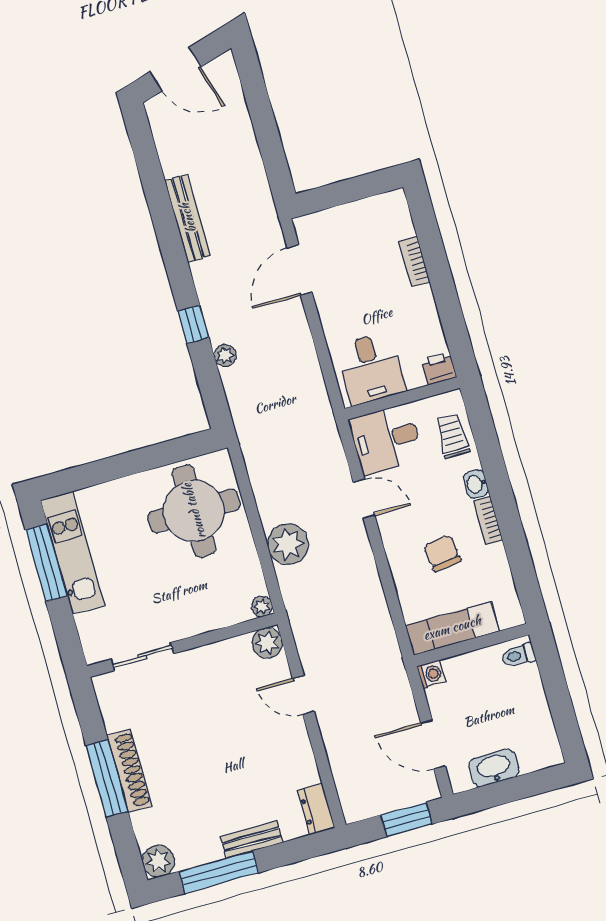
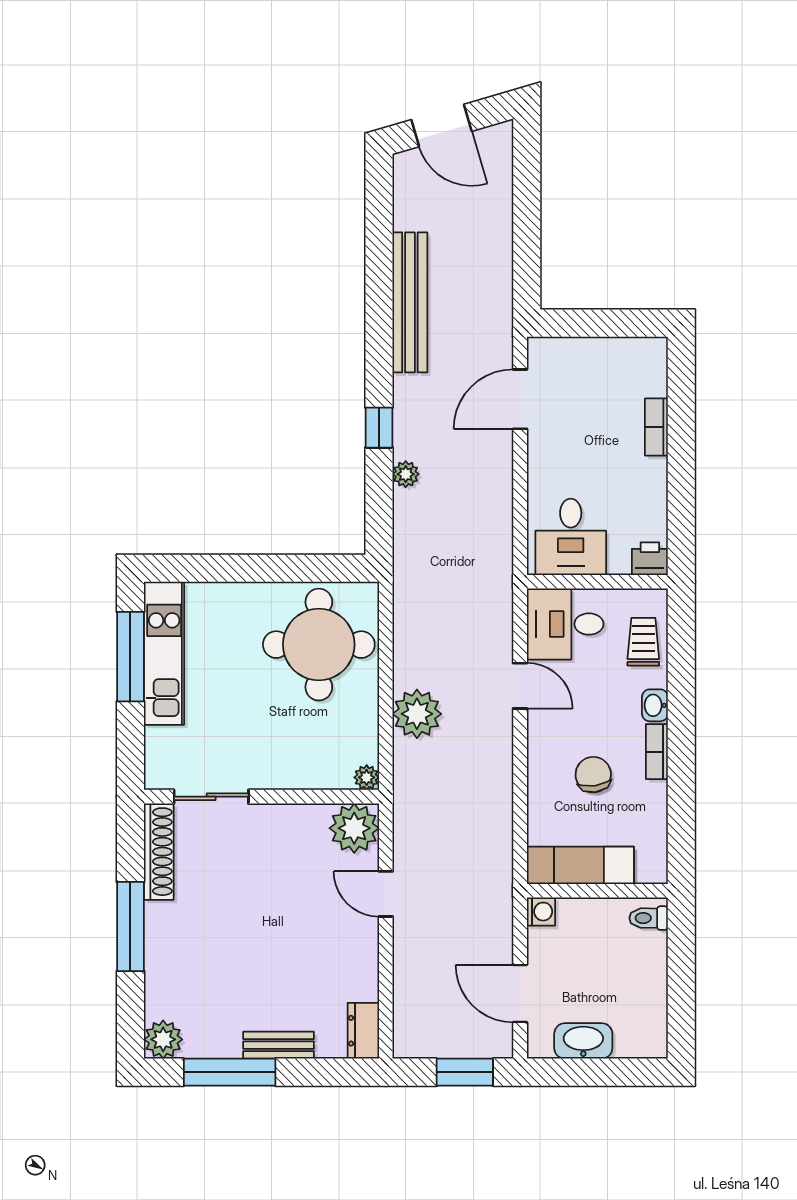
bench: (188, 218) -> (410, 302), width x1.37, depth x1.21
plant: (267, 643) -> (354, 828), width x1.36, depth x1.36
shoe rack: (129, 771) -> (159, 852), moved

